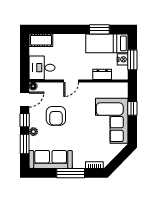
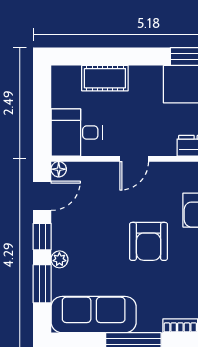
cot: (41, 40) -> (105, 78), moved
armchair: (56, 116) -> (149, 241), moved

